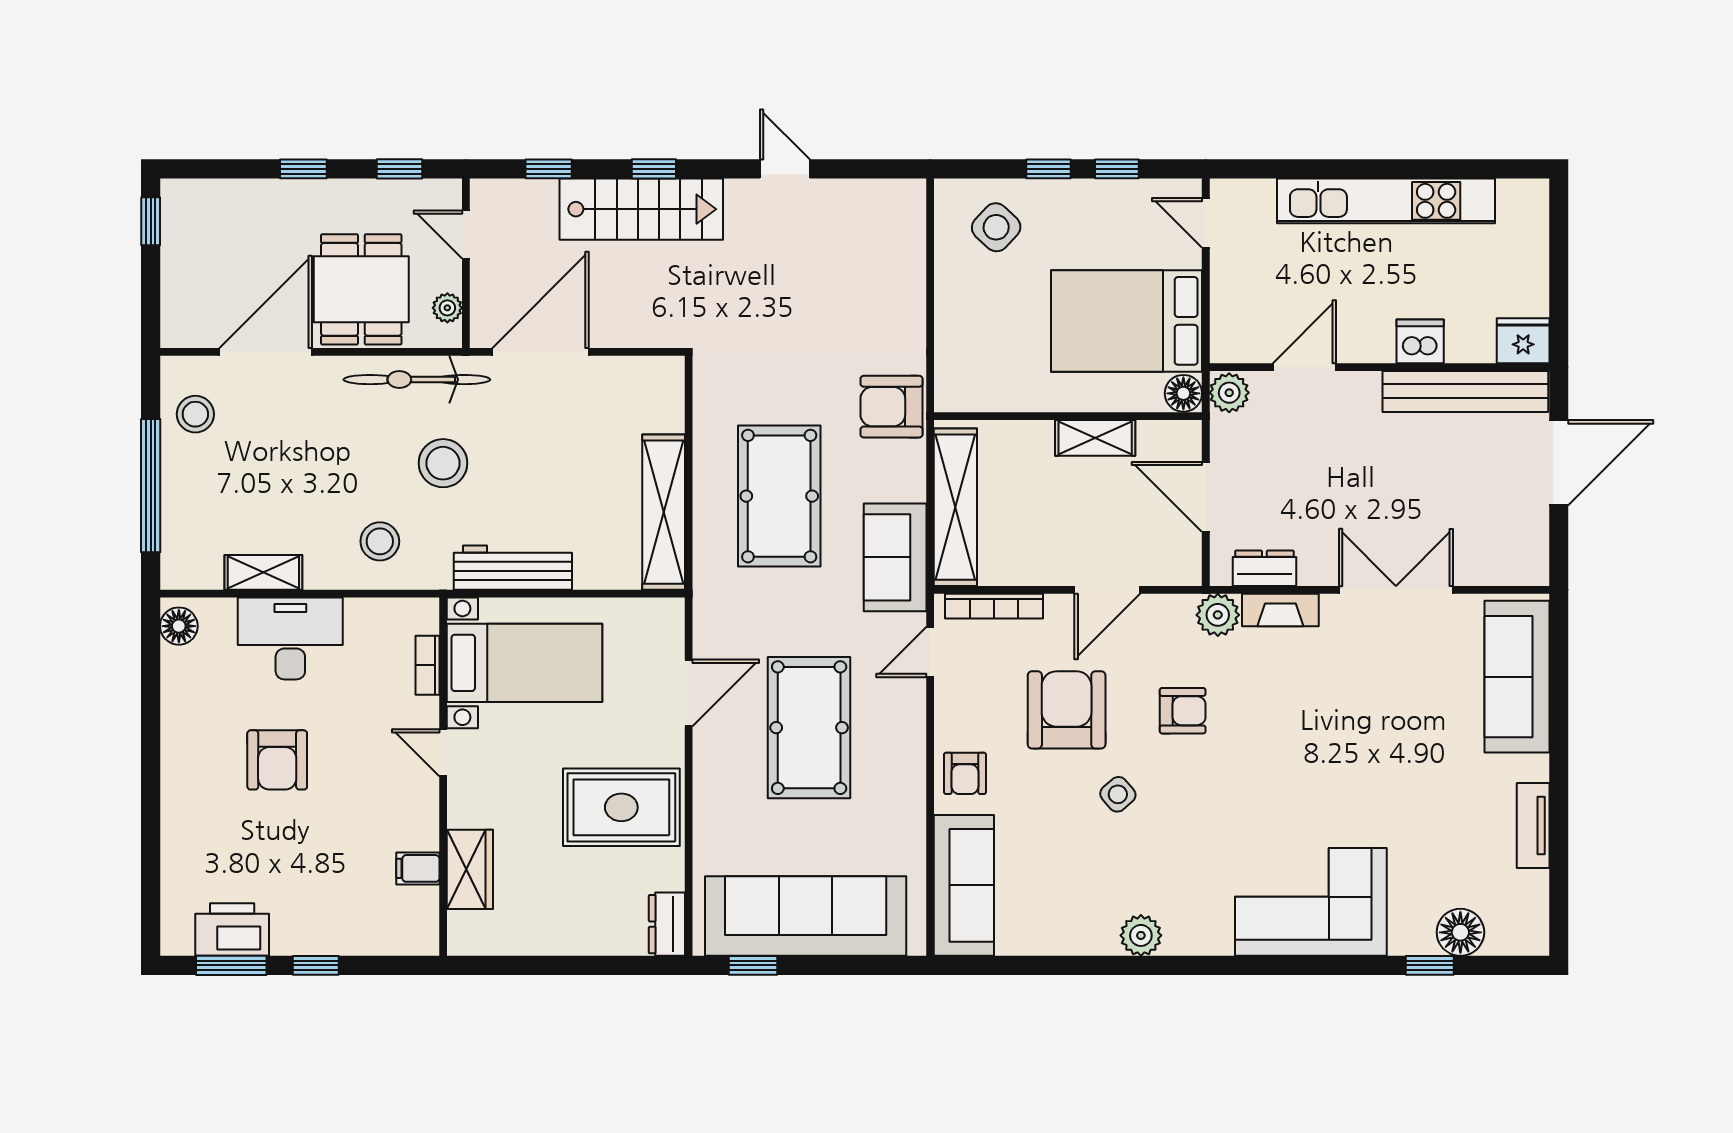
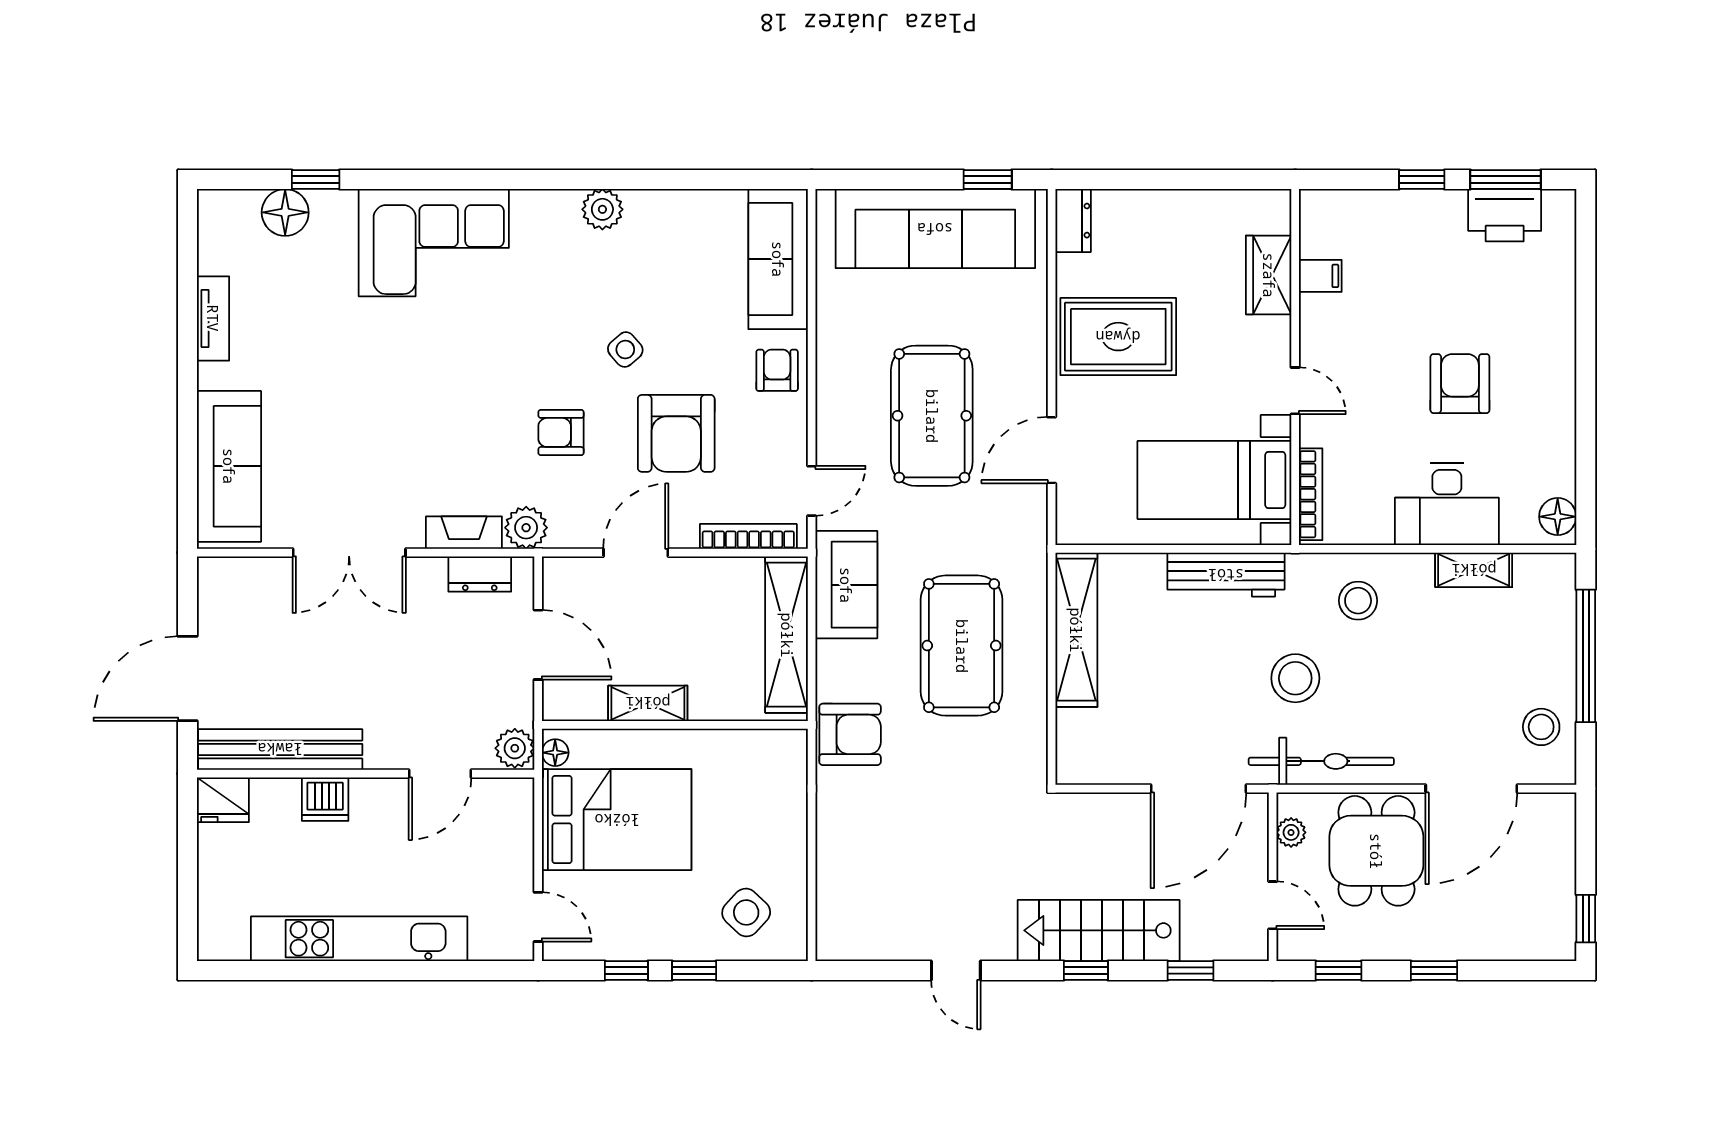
floor lamp: (1183, 393) -> (555, 753), width x0.73, depth x0.73
bookcase: (428, 665) -> (1311, 494), width x1.56

